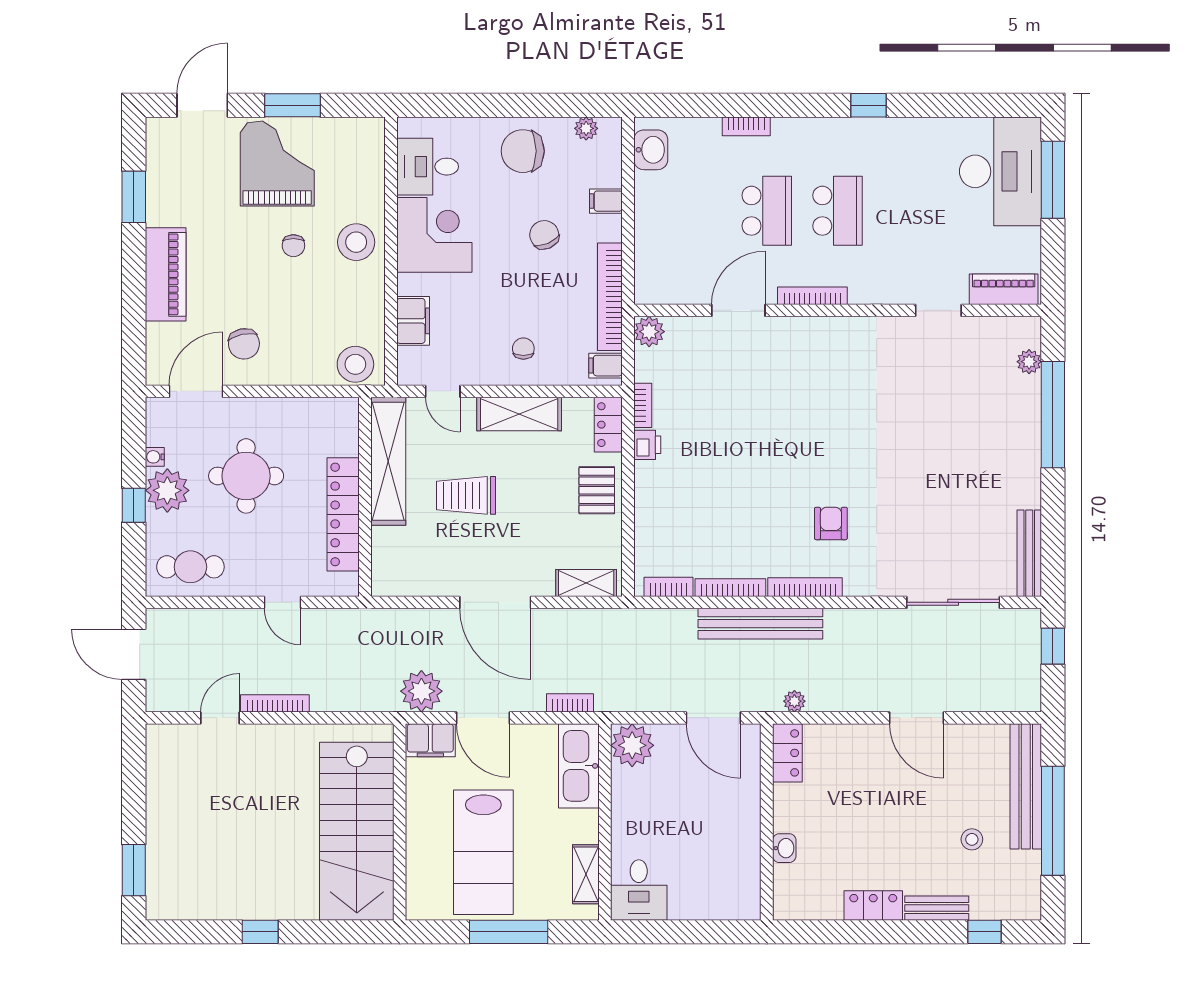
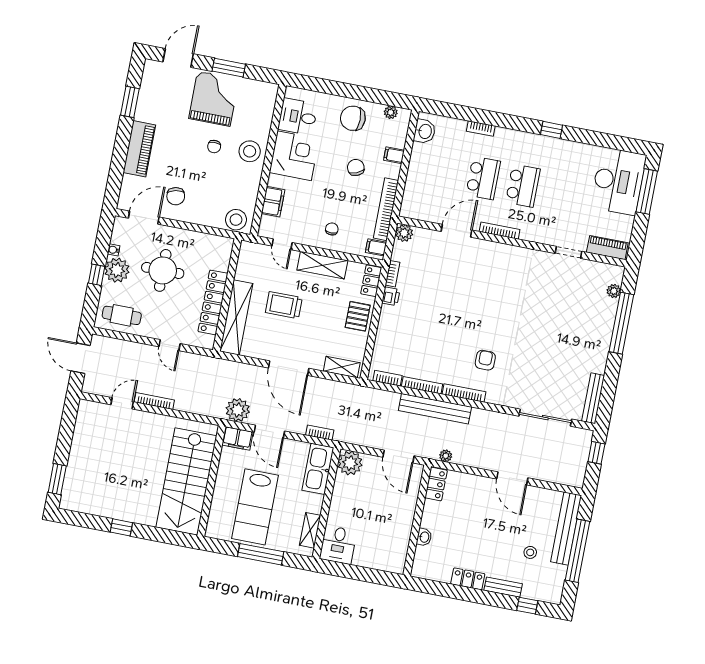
shelving: (388, 461) -> (236, 317), moved

